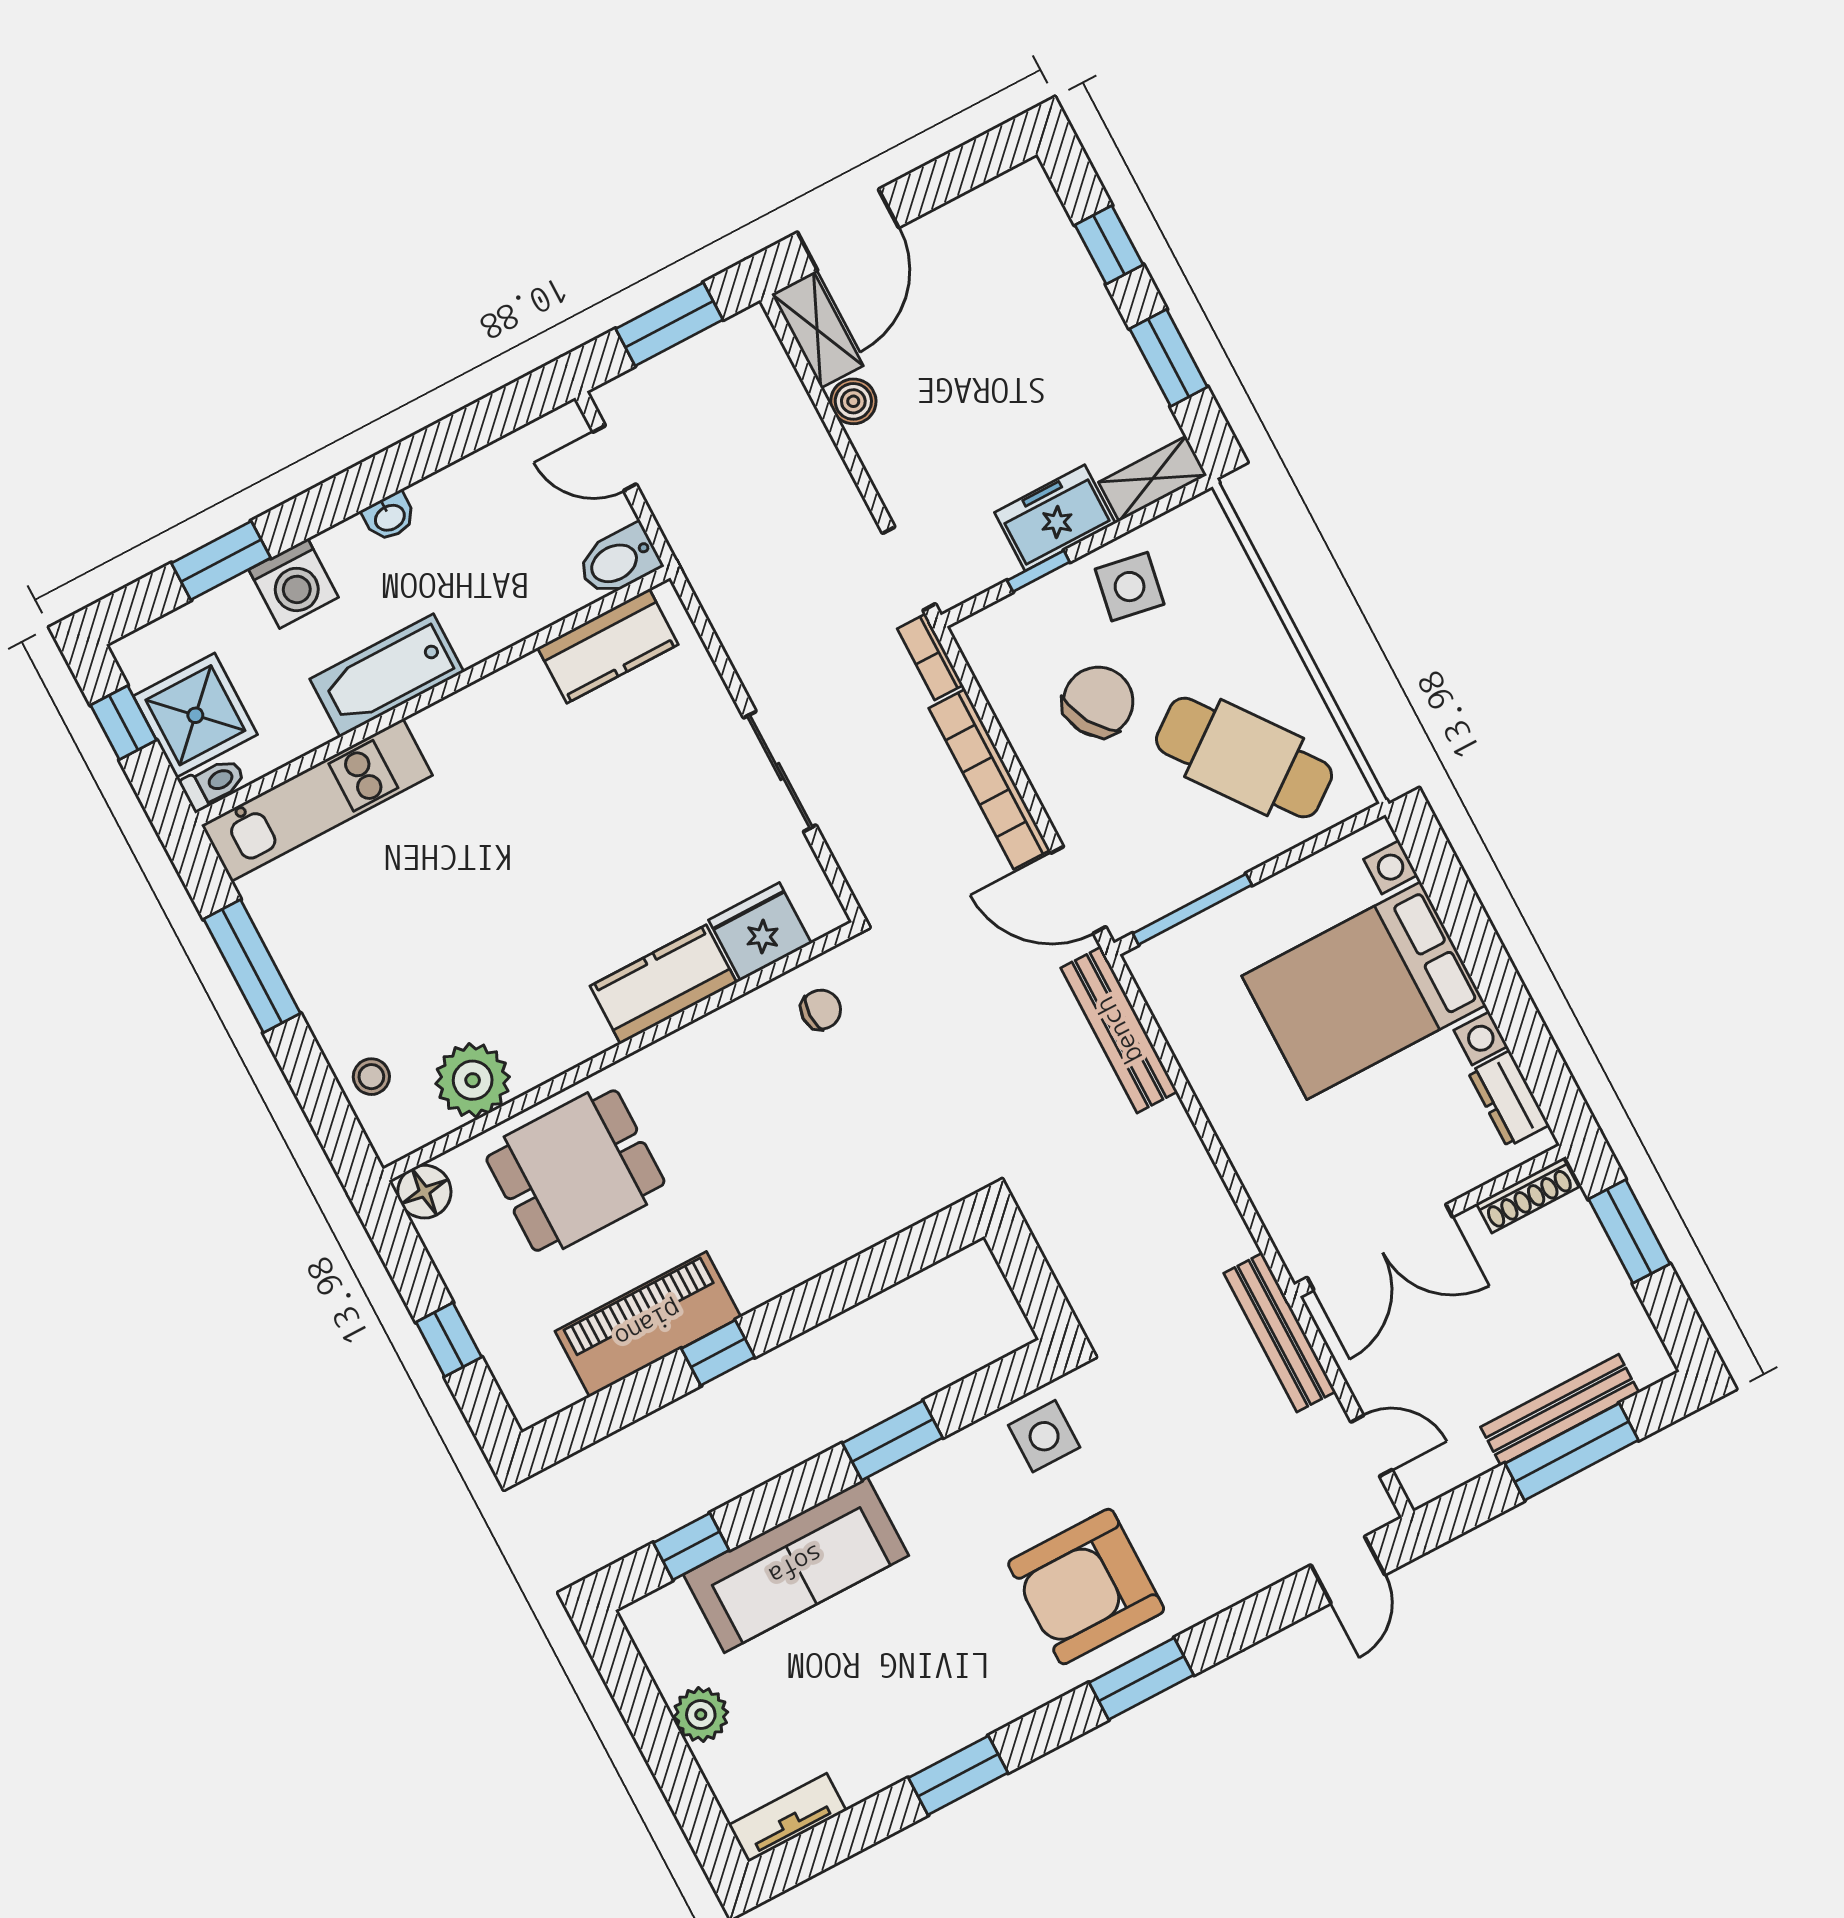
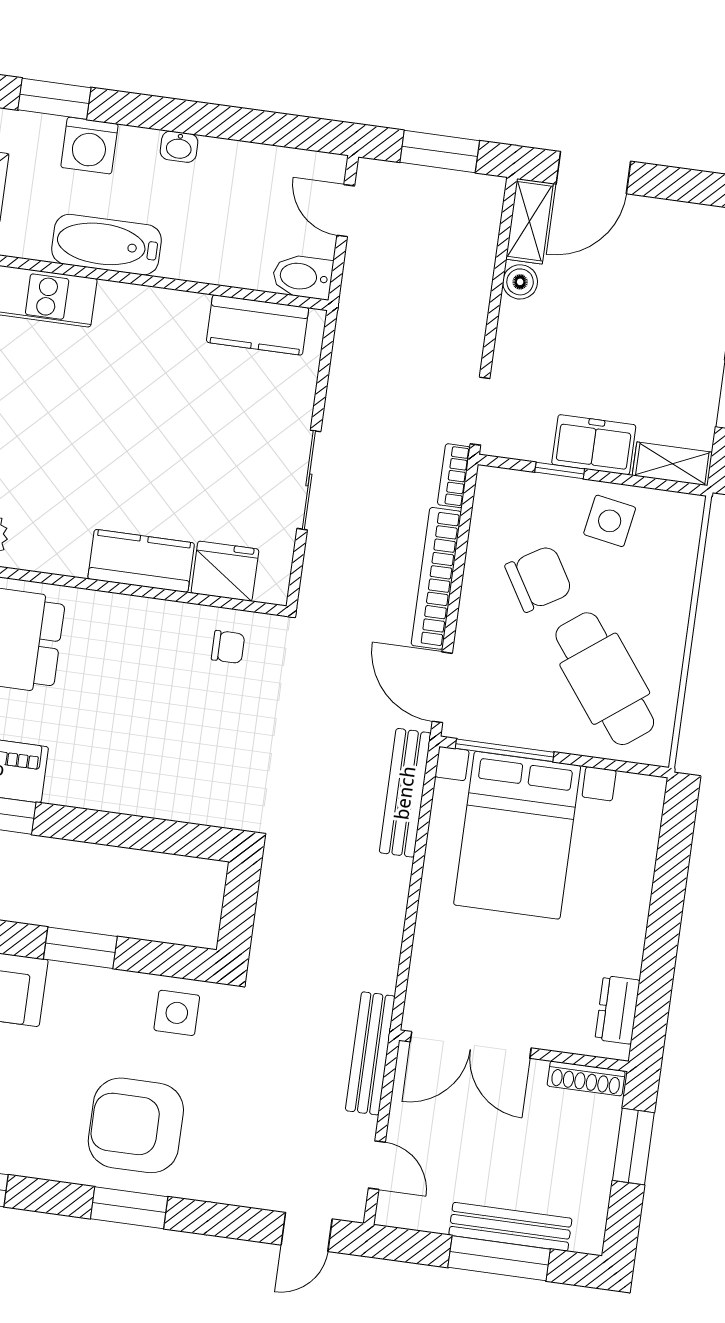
bed with nightstands: (1364, 990) -> (517, 835), moved, turned -90

